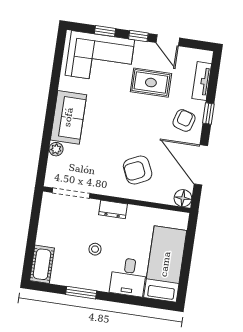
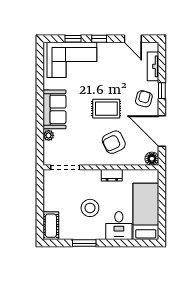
door: (168, 40) -> (133, 39), moved
rug: (151, 83) -> (106, 109), moved
dresser: (113, 209) -> (112, 175), moved
stool: (95, 249) -> (90, 208), width x1.89, depth x1.89

